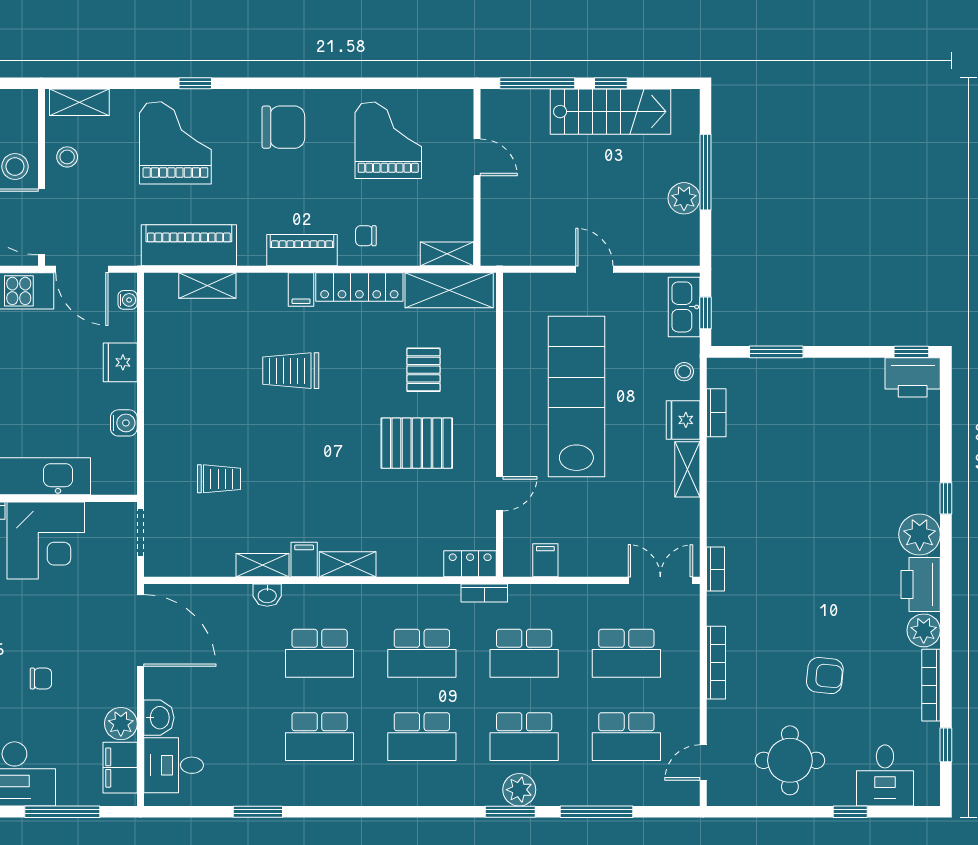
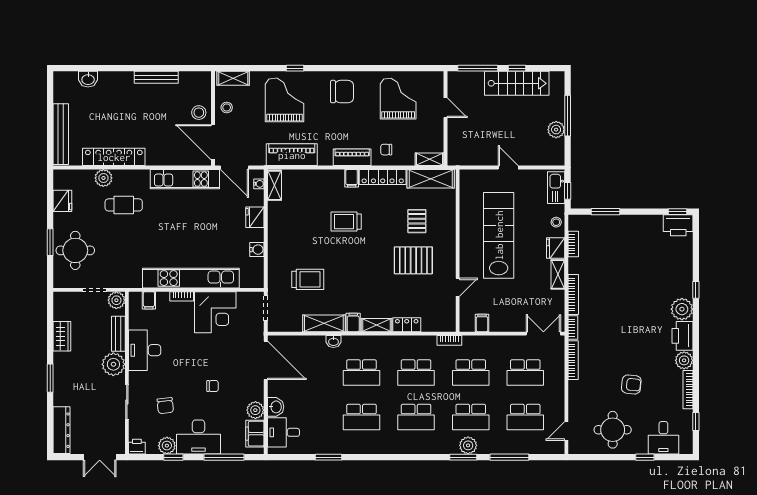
shelving: (207, 286) -> (274, 185), moved, turned 90
trolley: (219, 479) -> (308, 279), width x1.36, depth x1.39
bookcase: (716, 507) -> (573, 294), added
locker: (470, 564) -> (407, 325), moved
shelving: (262, 565) -> (324, 323), width x1.50, depth x1.33
bookcase: (716, 663) -> (573, 360), moved

